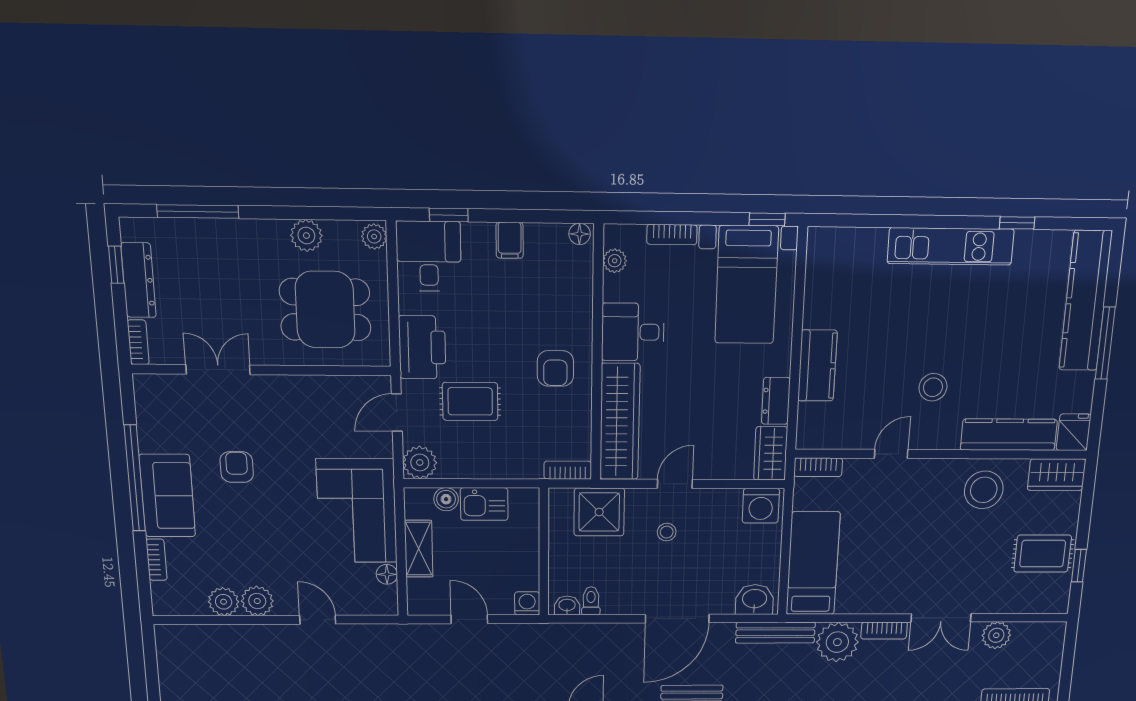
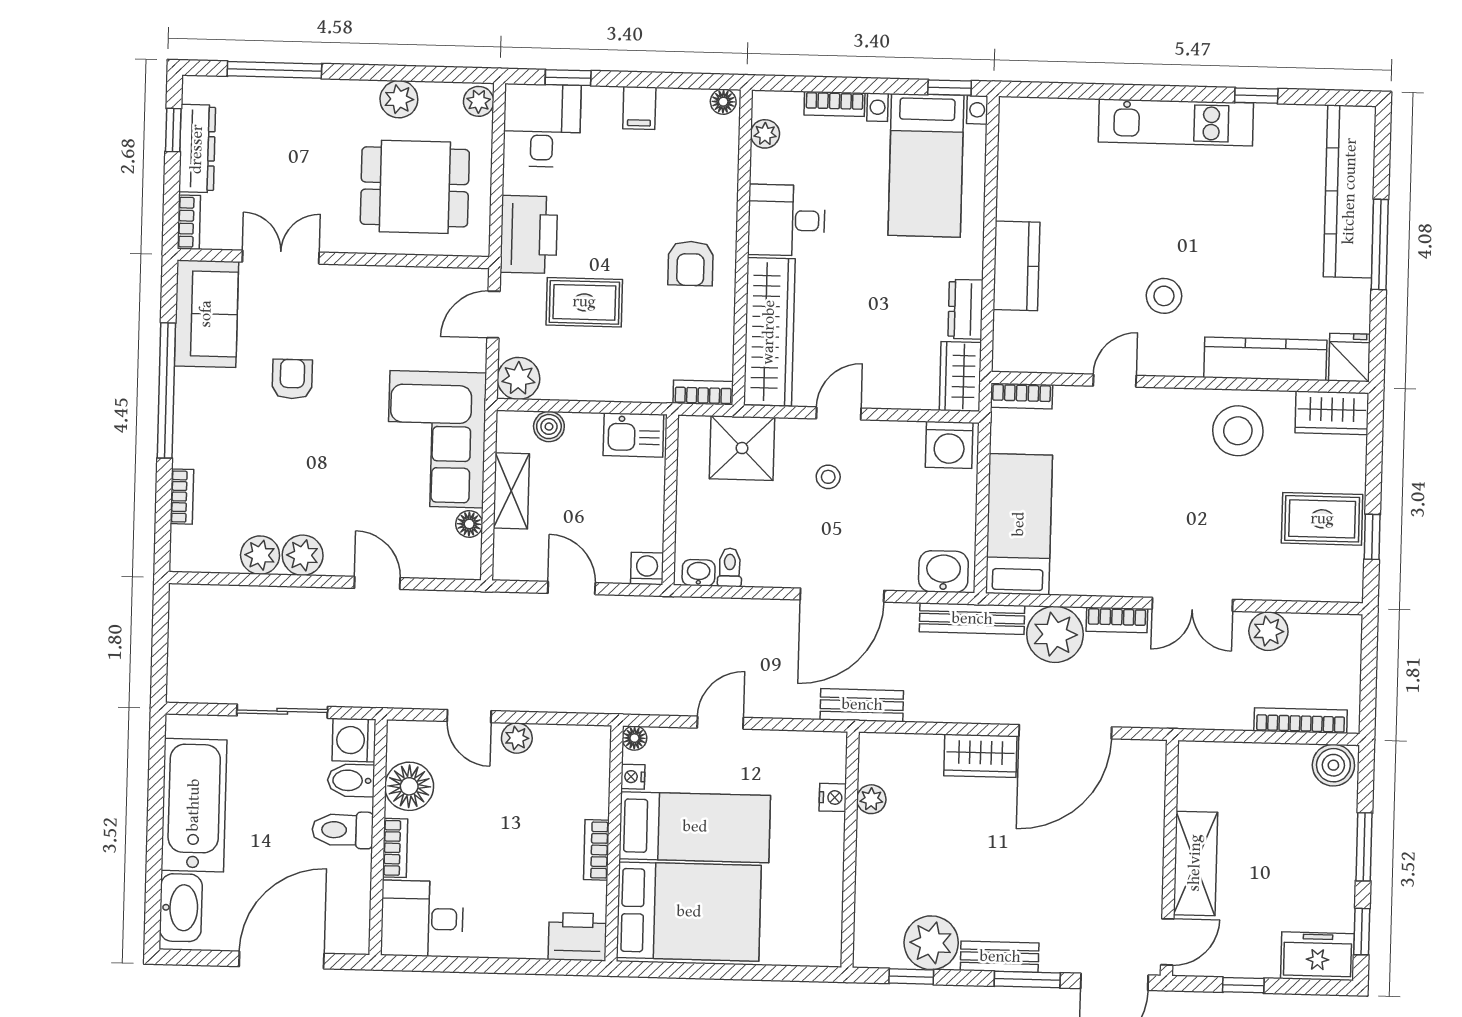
sofa: (167, 496) -> (206, 314), moved
kitchen sink: (484, 504) -> (633, 435), moved

